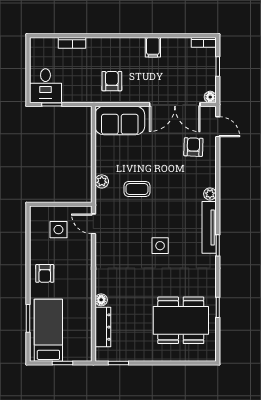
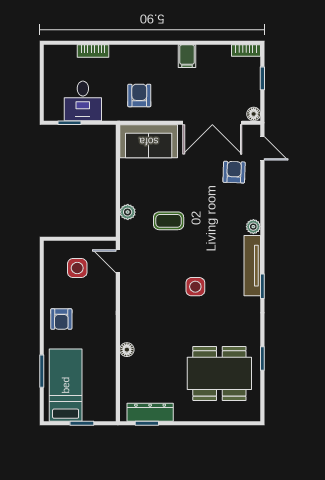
desk: (45, 86) -> (83, 101), moved
dresser: (103, 327) -> (150, 412), moved, turned -90

